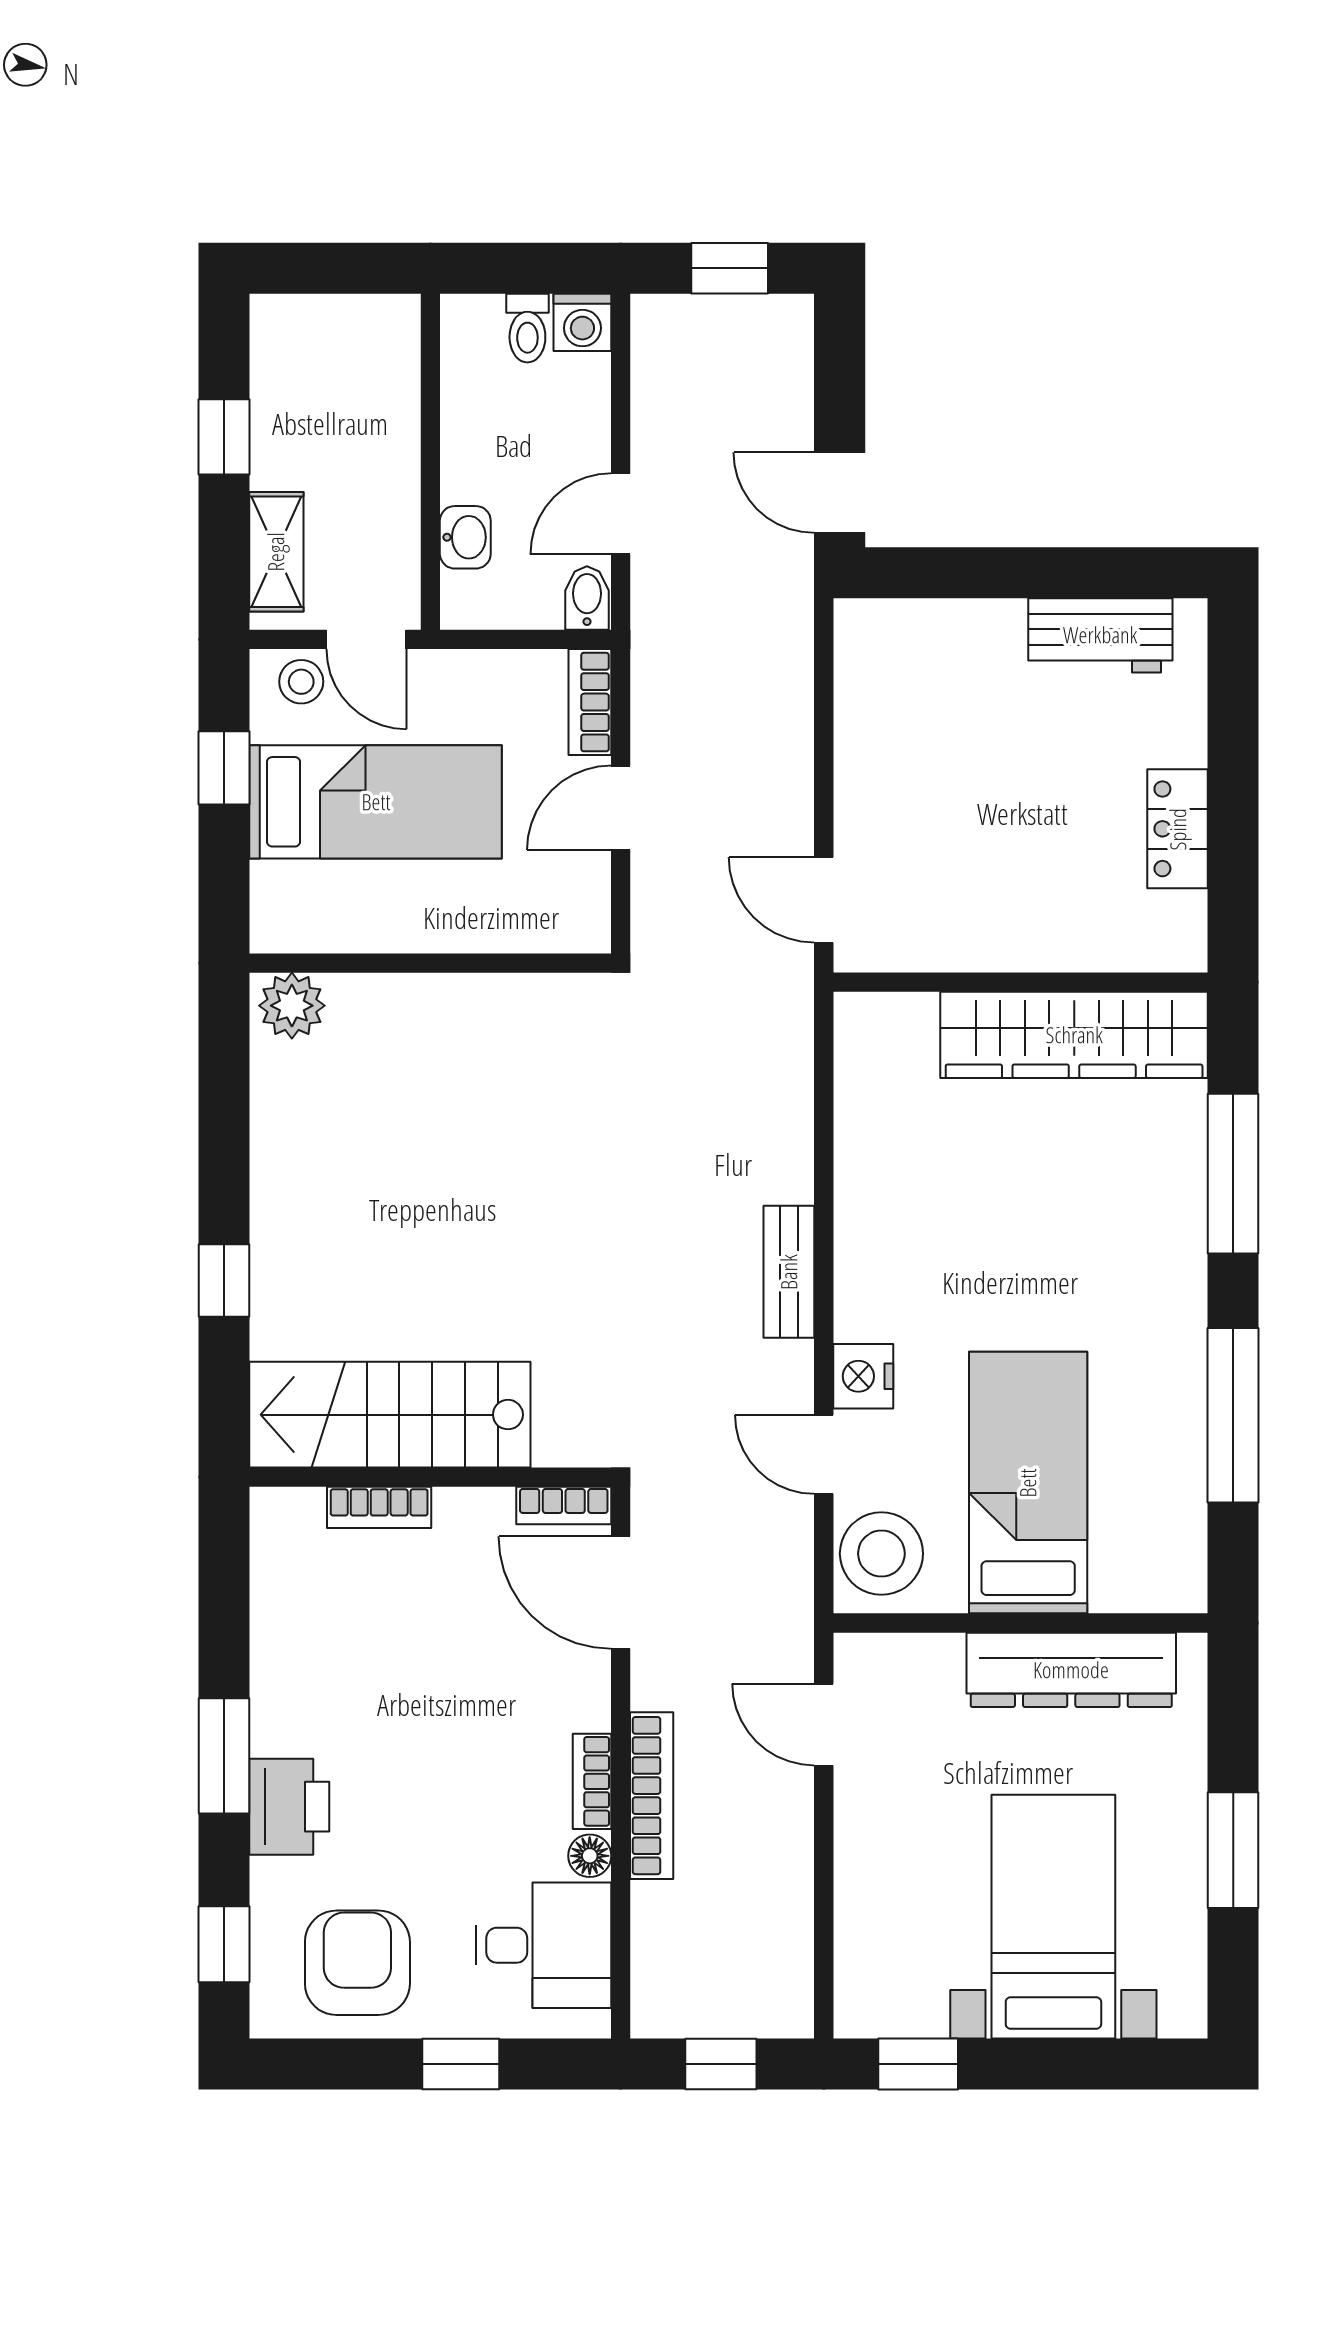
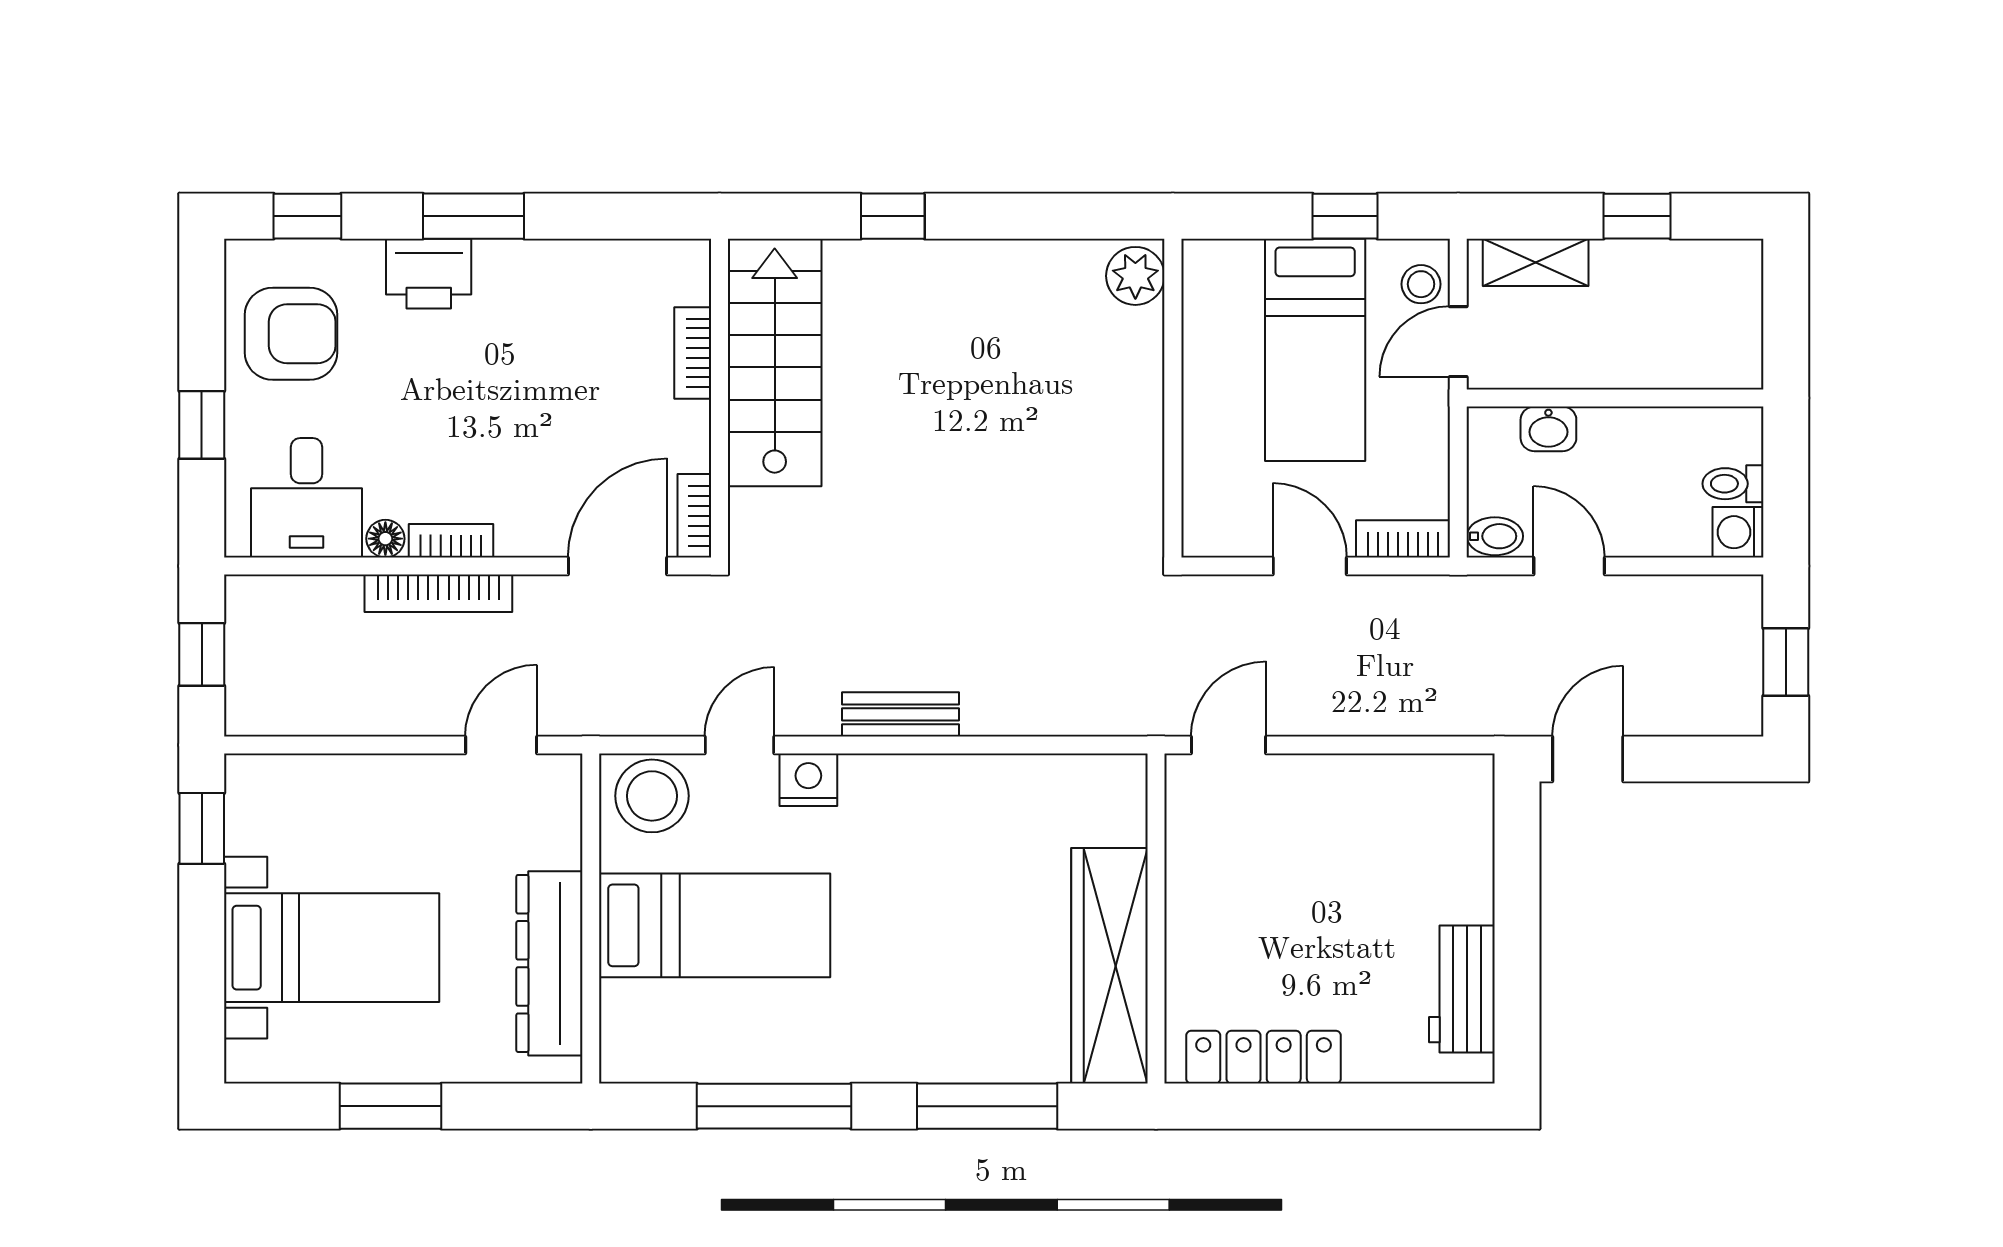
locker: (1178, 829) -> (1264, 1057), width x1.53

